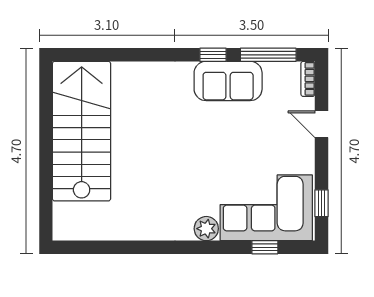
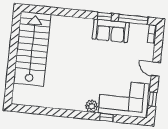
door: (322, 124) -> (156, 69), moved
window: (265, 247) -> (107, 117), moved

